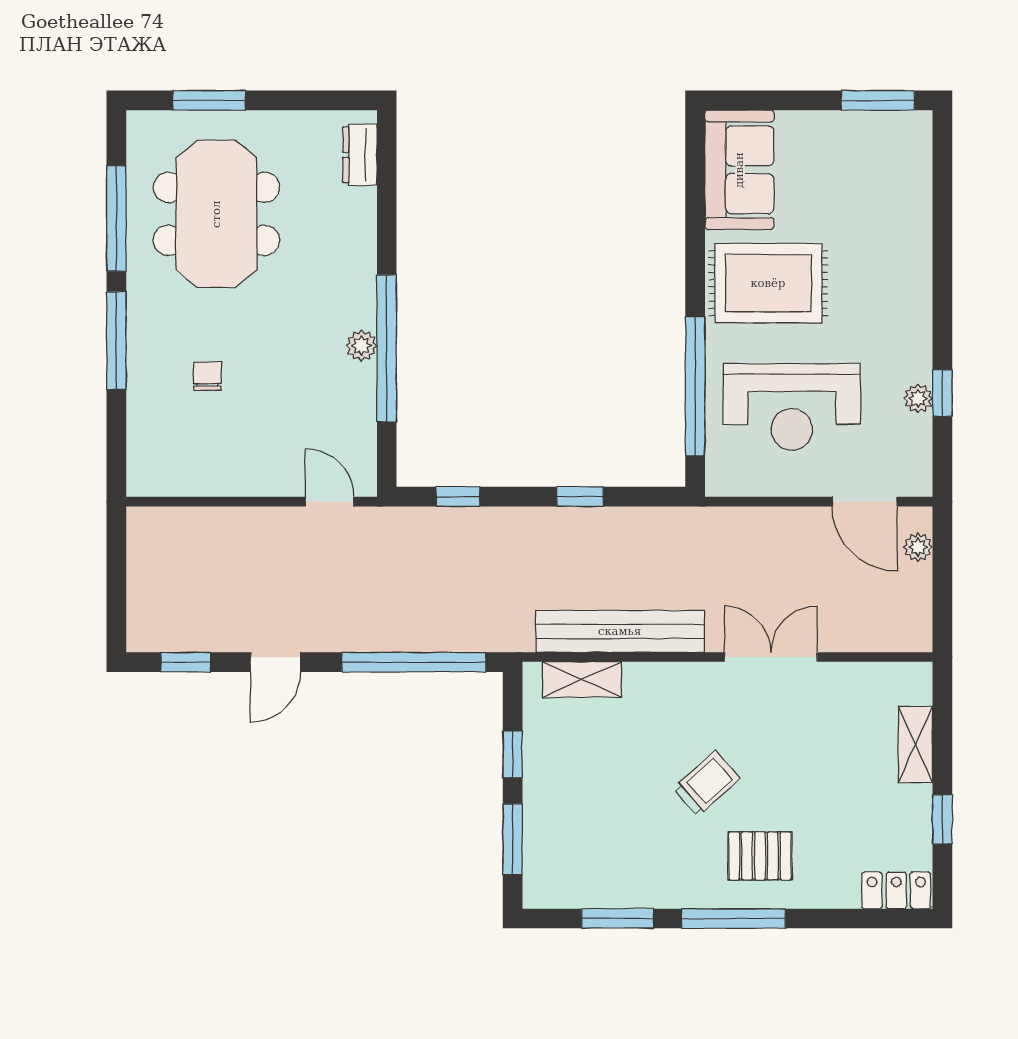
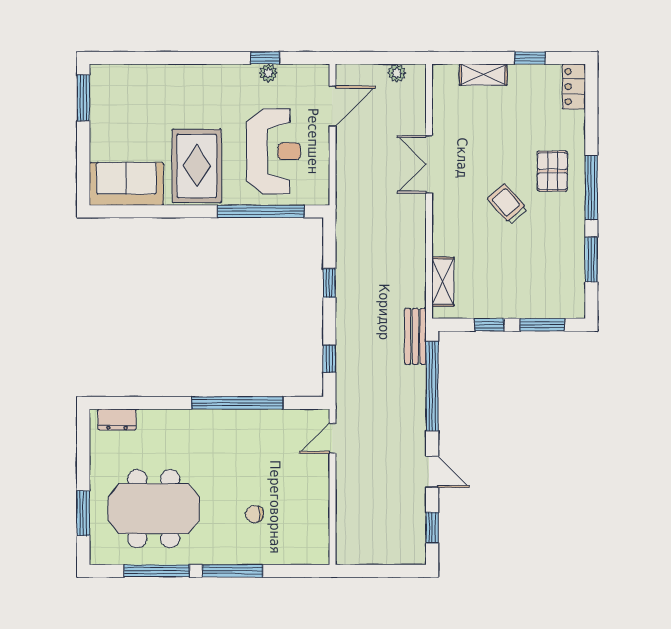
plant: (361, 346) -> (236, 419), removed
plant: (918, 547) -> (397, 73), moved
bench: (620, 631) -> (415, 336), moved, width x0.54, depth x0.82

